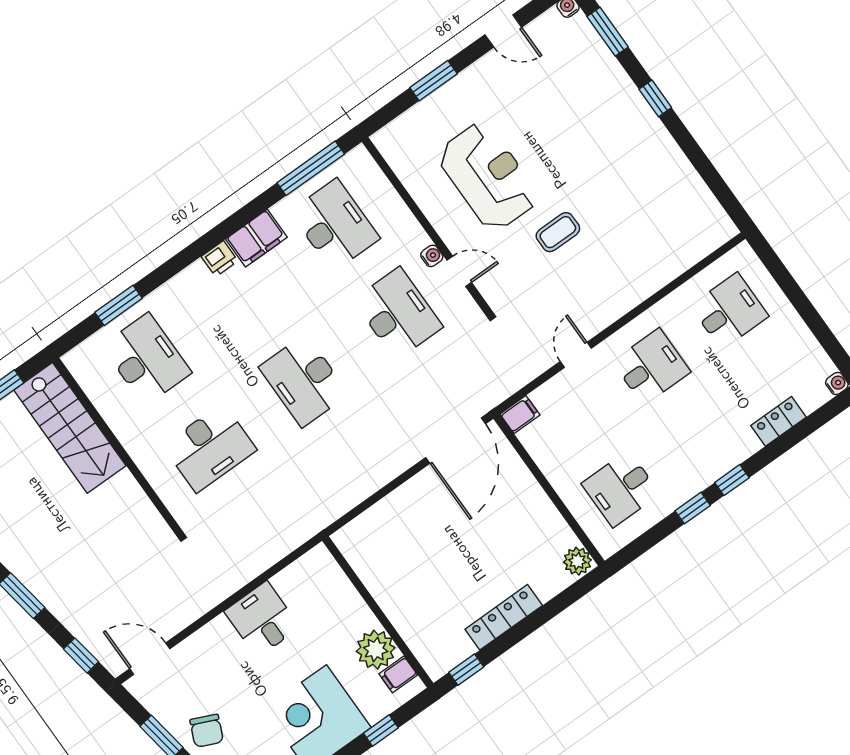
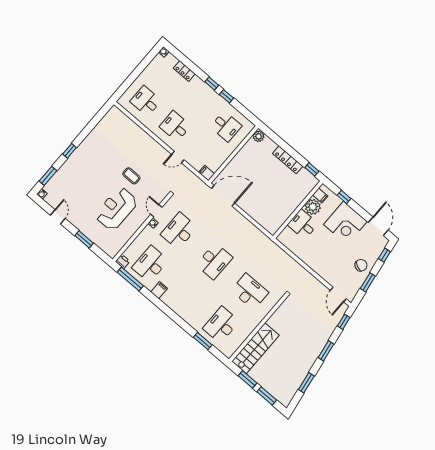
filing cabinet: (256, 238) -> (159, 290), width x0.50
printer: (220, 259) -> (123, 261), moved
desk: (262, 619) -> (303, 224), moved, turned 90

